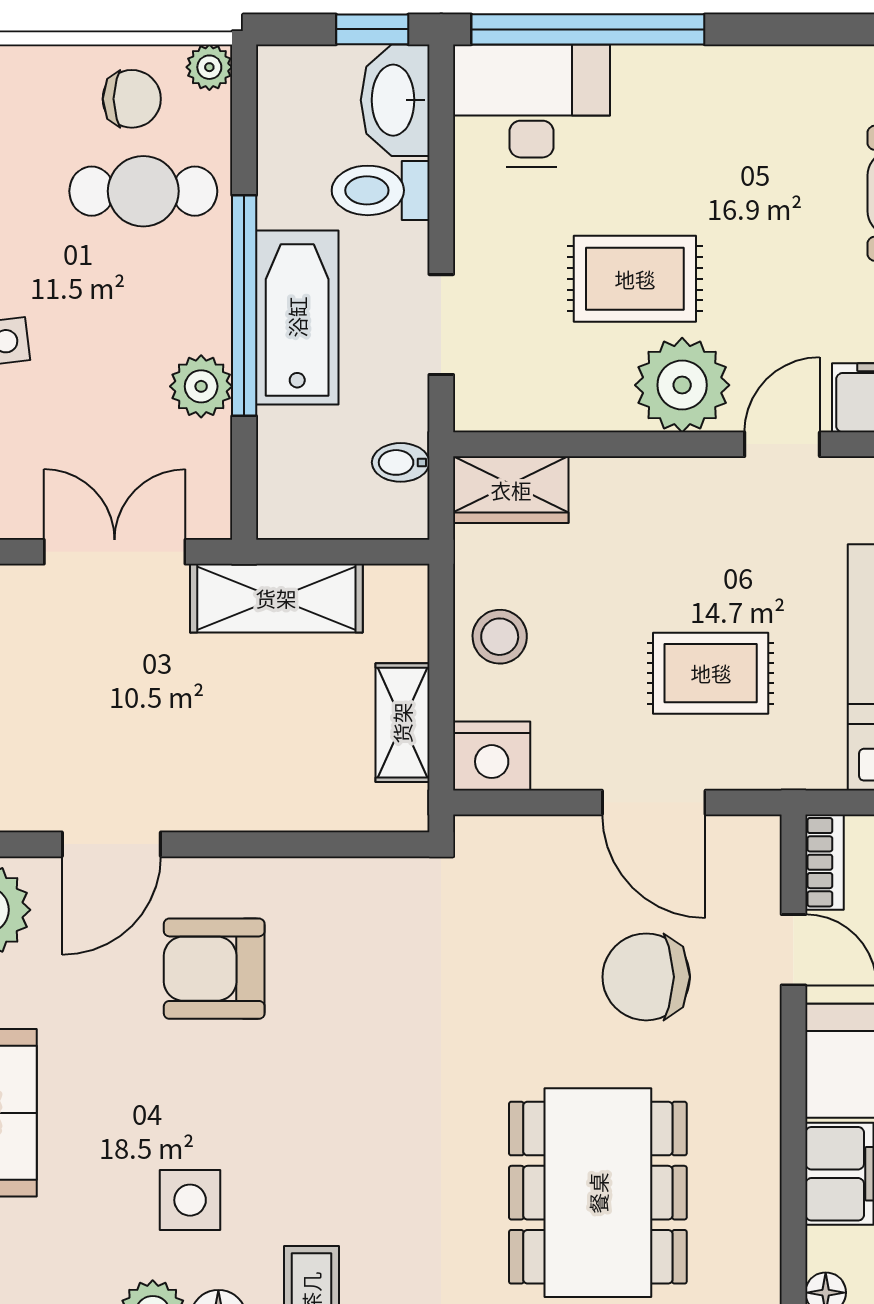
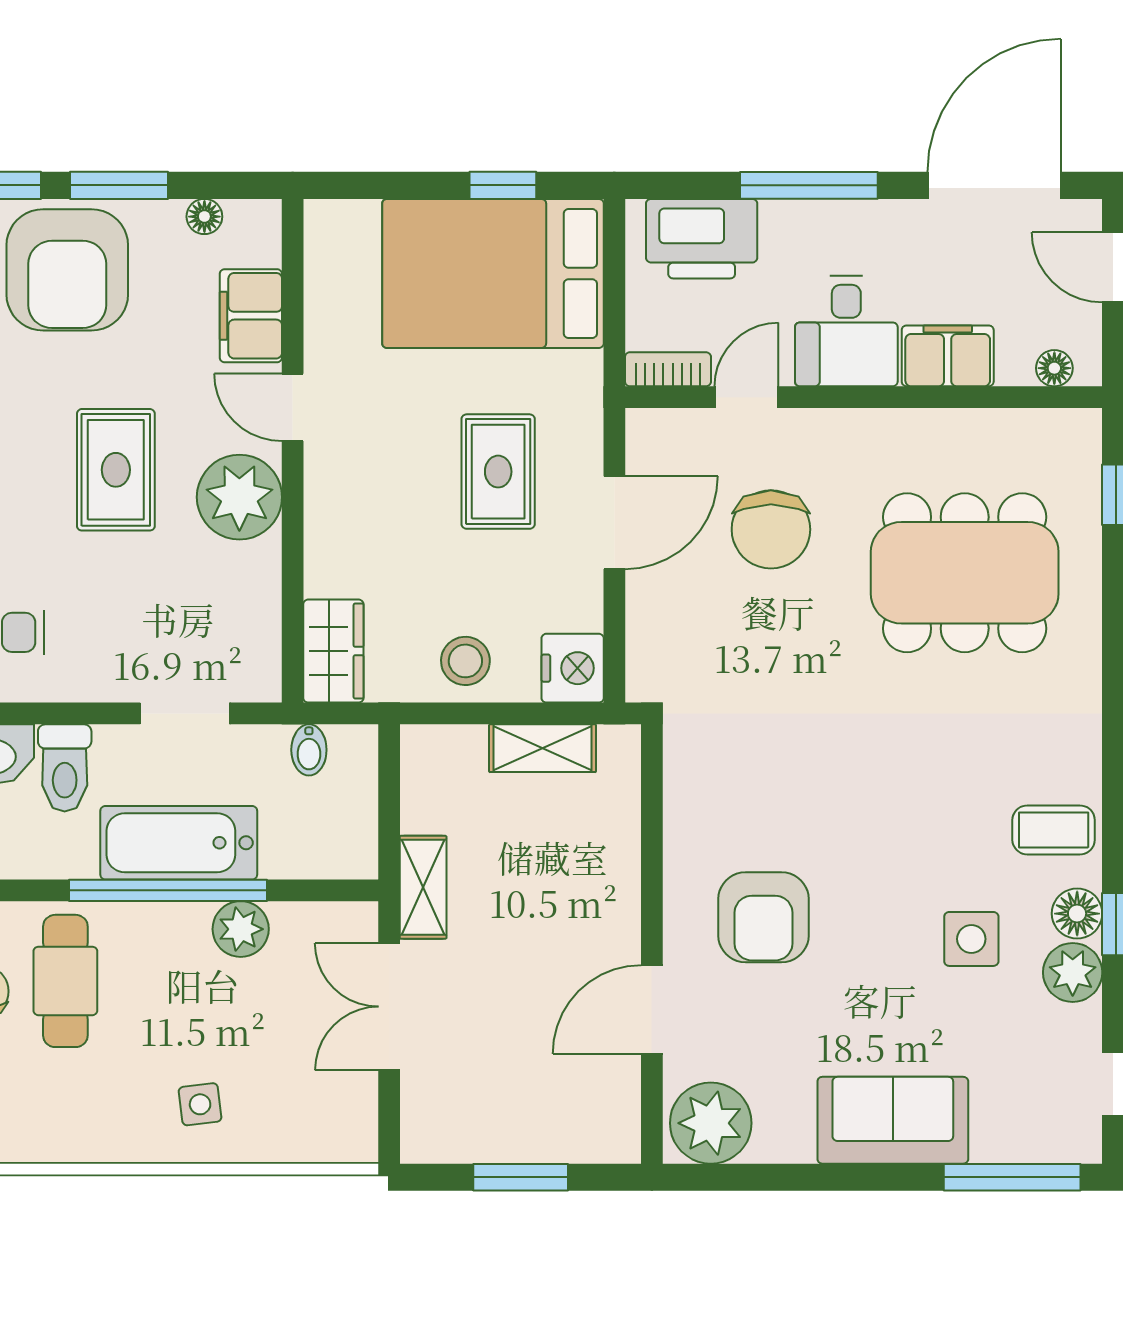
rug: (635, 279) -> (116, 470), moved
shelving: (276, 598) -> (423, 887), width x0.67, depth x0.75
door: (111, 844) -> (652, 1010), swing flipped

